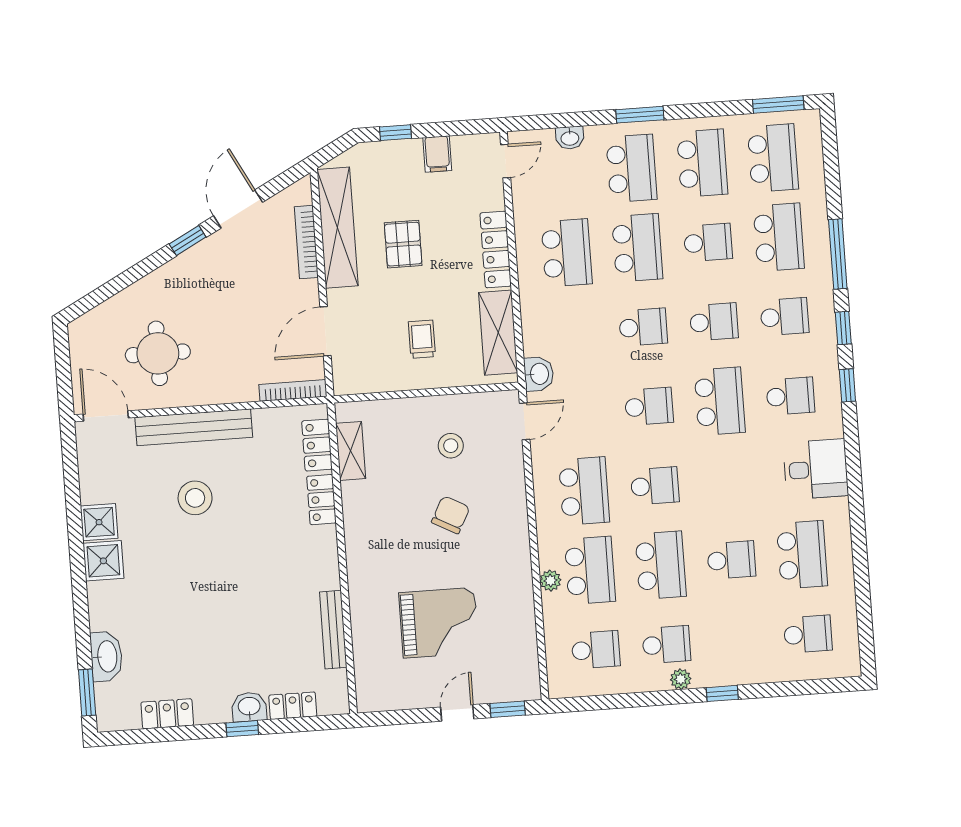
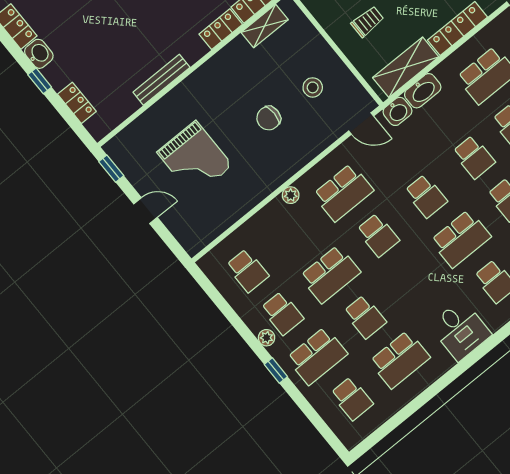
washbasin: (536, 332) -> (423, 91), added
chair: (451, 515) -> (269, 118), turned 152
school desk: (590, 570) -> (317, 356), moved
plant: (550, 581) -> (291, 195), moved
bench: (333, 630) -> (161, 80), moved
washbasin: (249, 707) -> (39, 54), moved
window: (508, 709) -> (111, 169), moved

